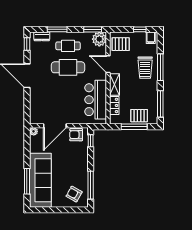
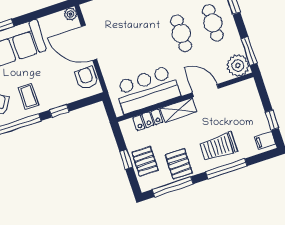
pallet: (121, 44) -> (179, 164), moved
door: (108, 64) -> (205, 91), hinge flipped
cafe table: (68, 67) -> (181, 33), width x0.73, depth x0.74
window: (134, 127) -> (126, 159), width x0.46
window: (91, 141) -> (59, 111), moved
coffee table: (76, 174) -> (29, 96), added

